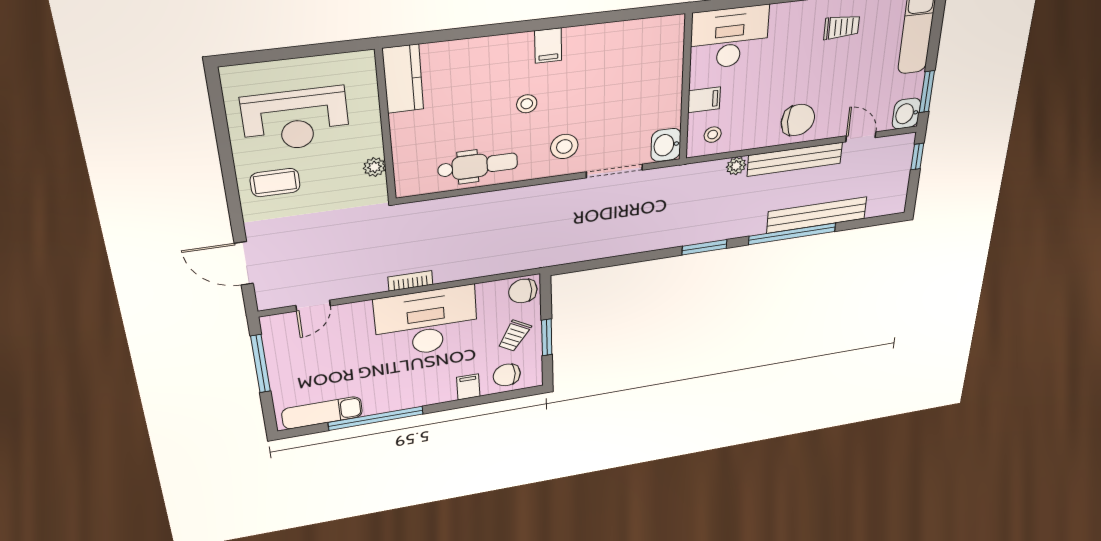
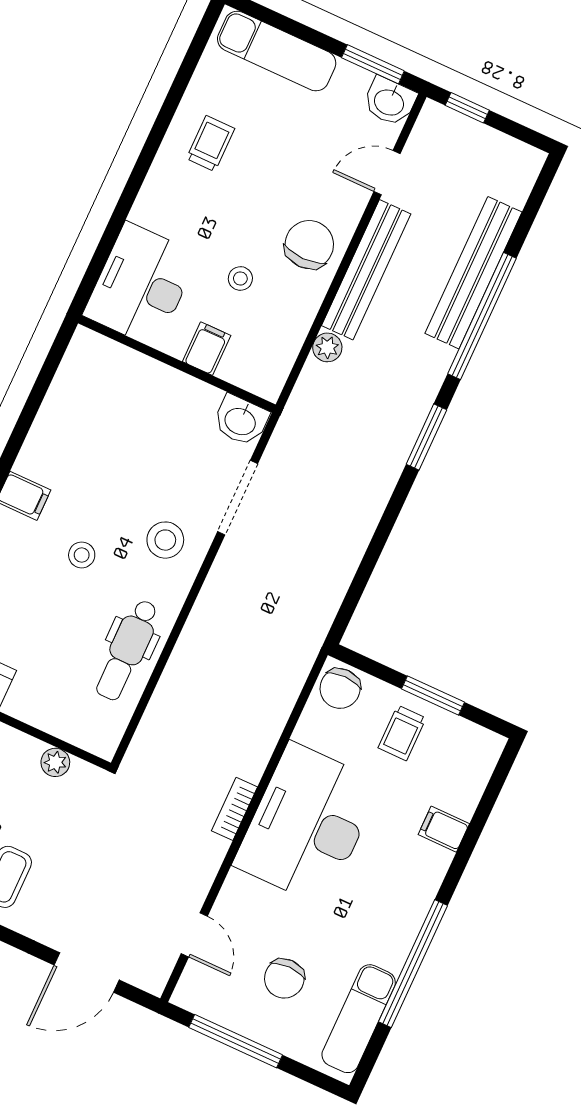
stool: (713, 135) -> (240, 278), moved
dental chair: (478, 166) -> (127, 650), turned 180
trolley: (514, 336) -> (402, 733), turned 59
chair: (507, 375) -> (284, 979), moved

